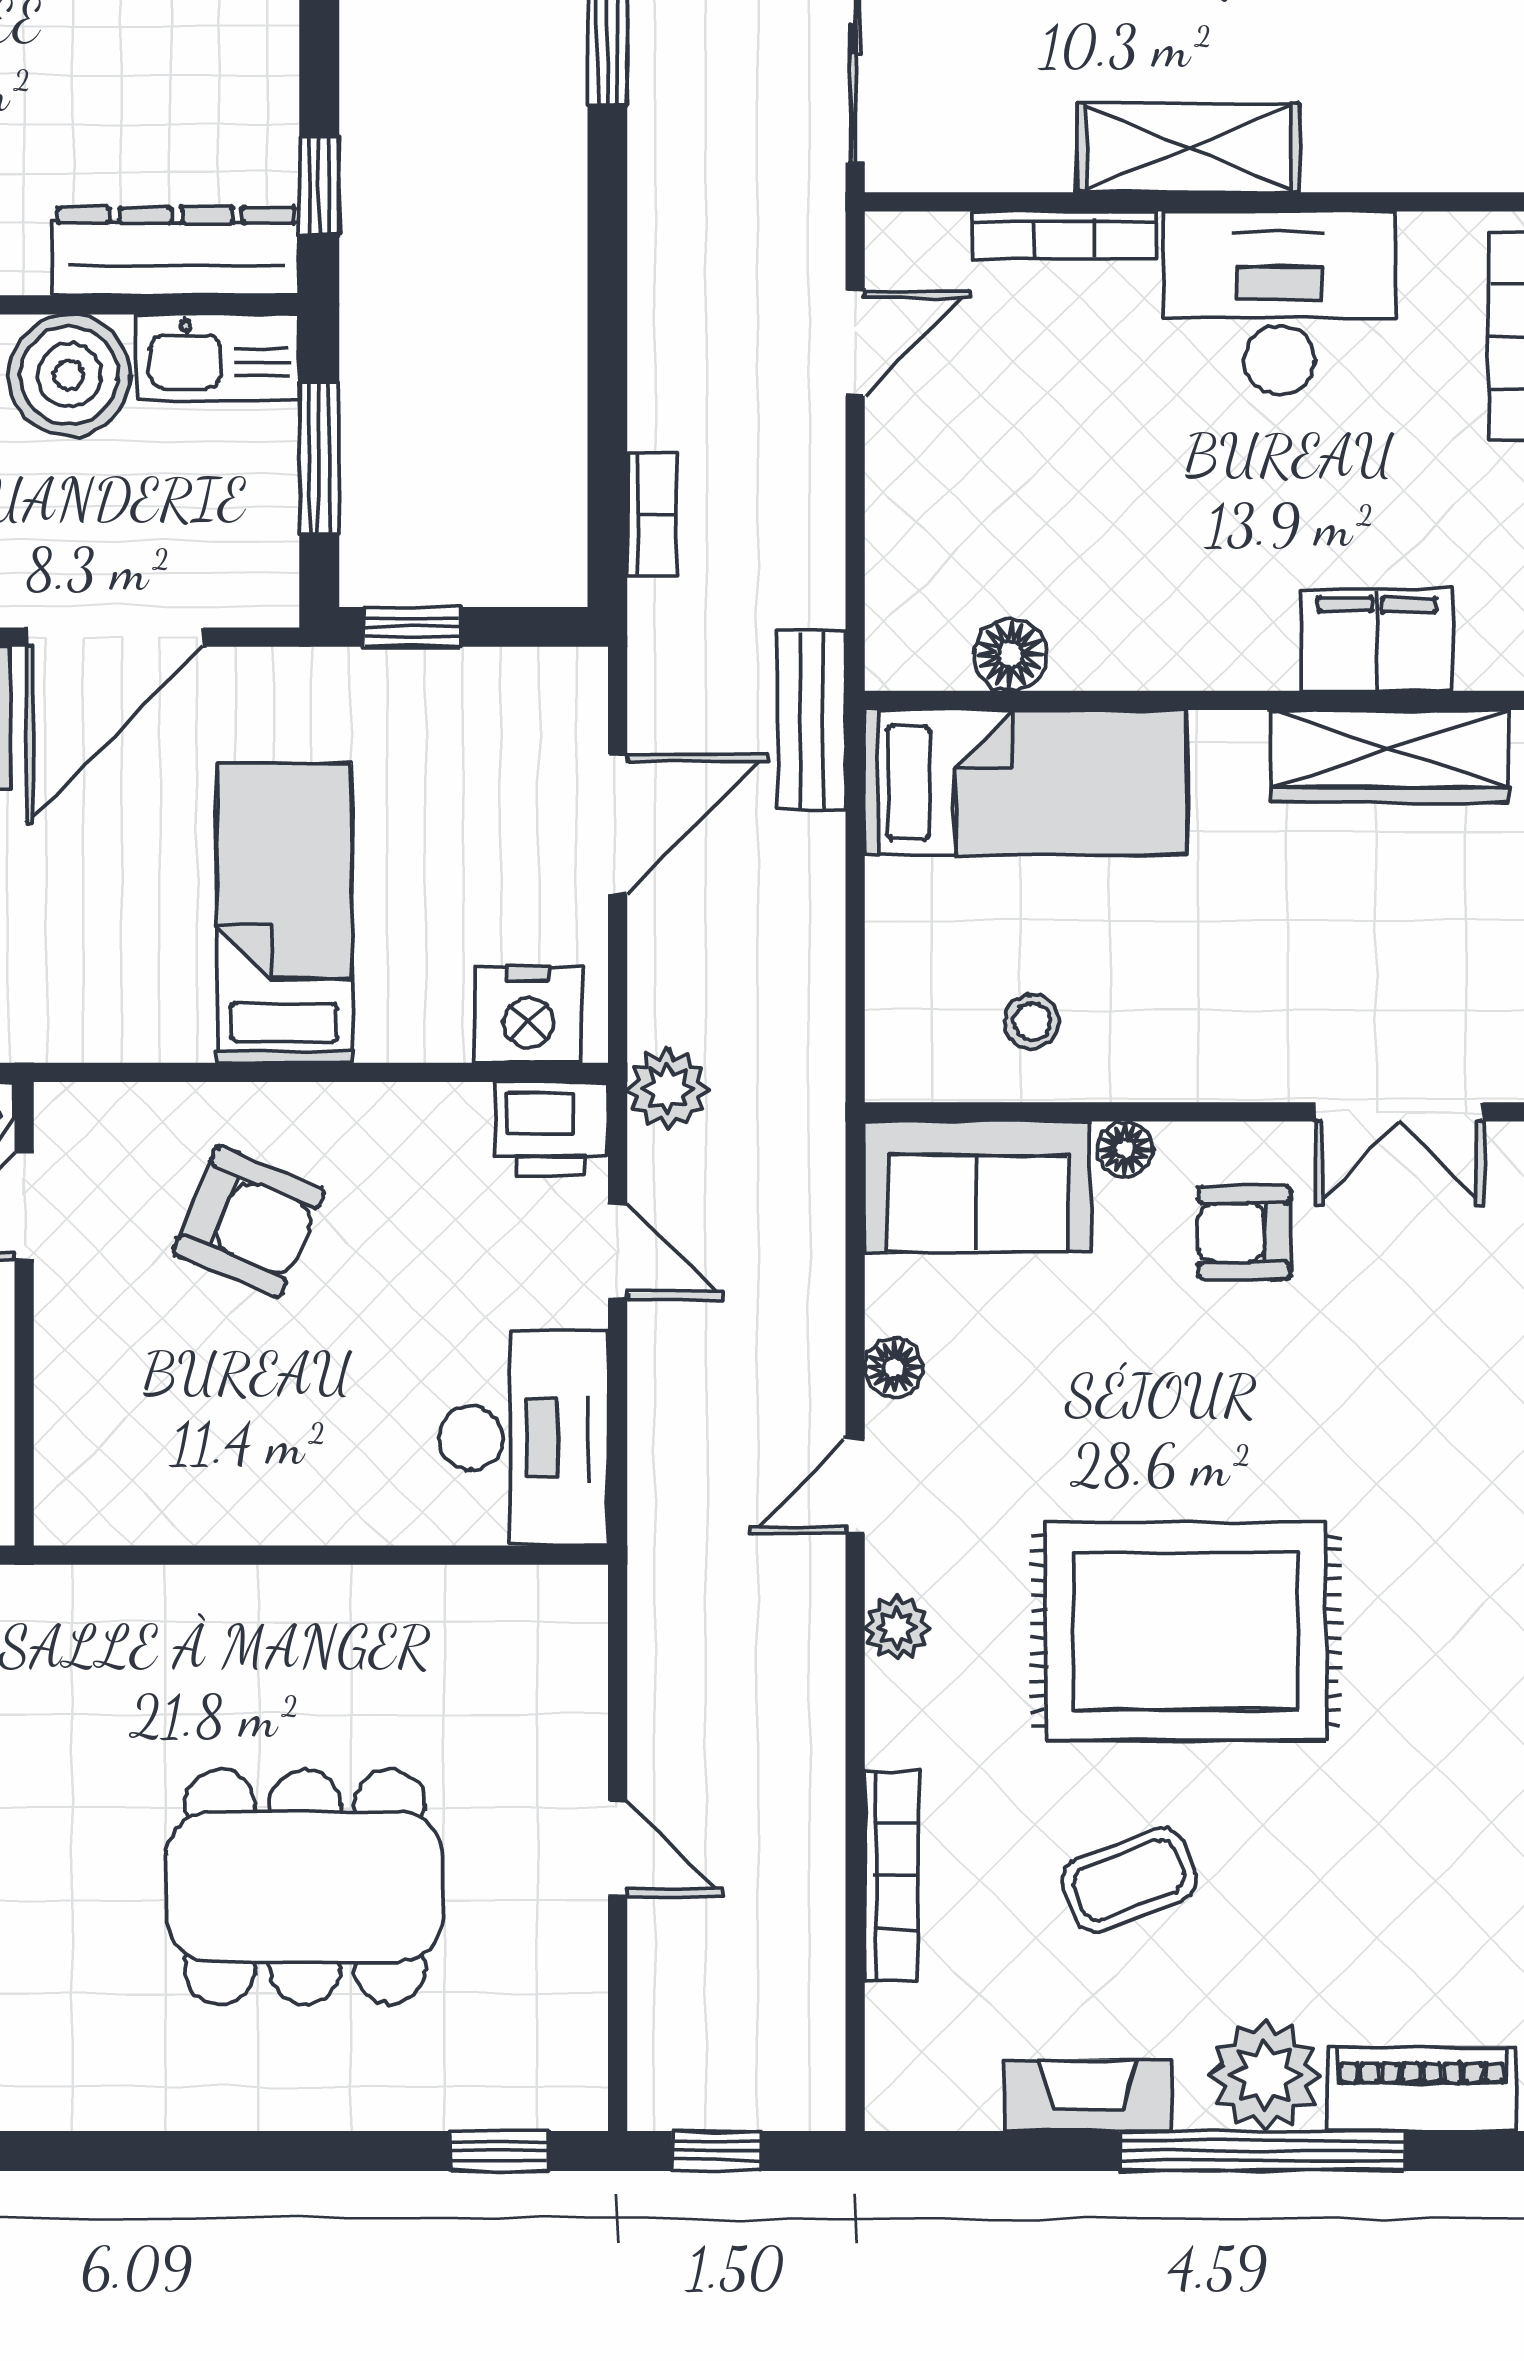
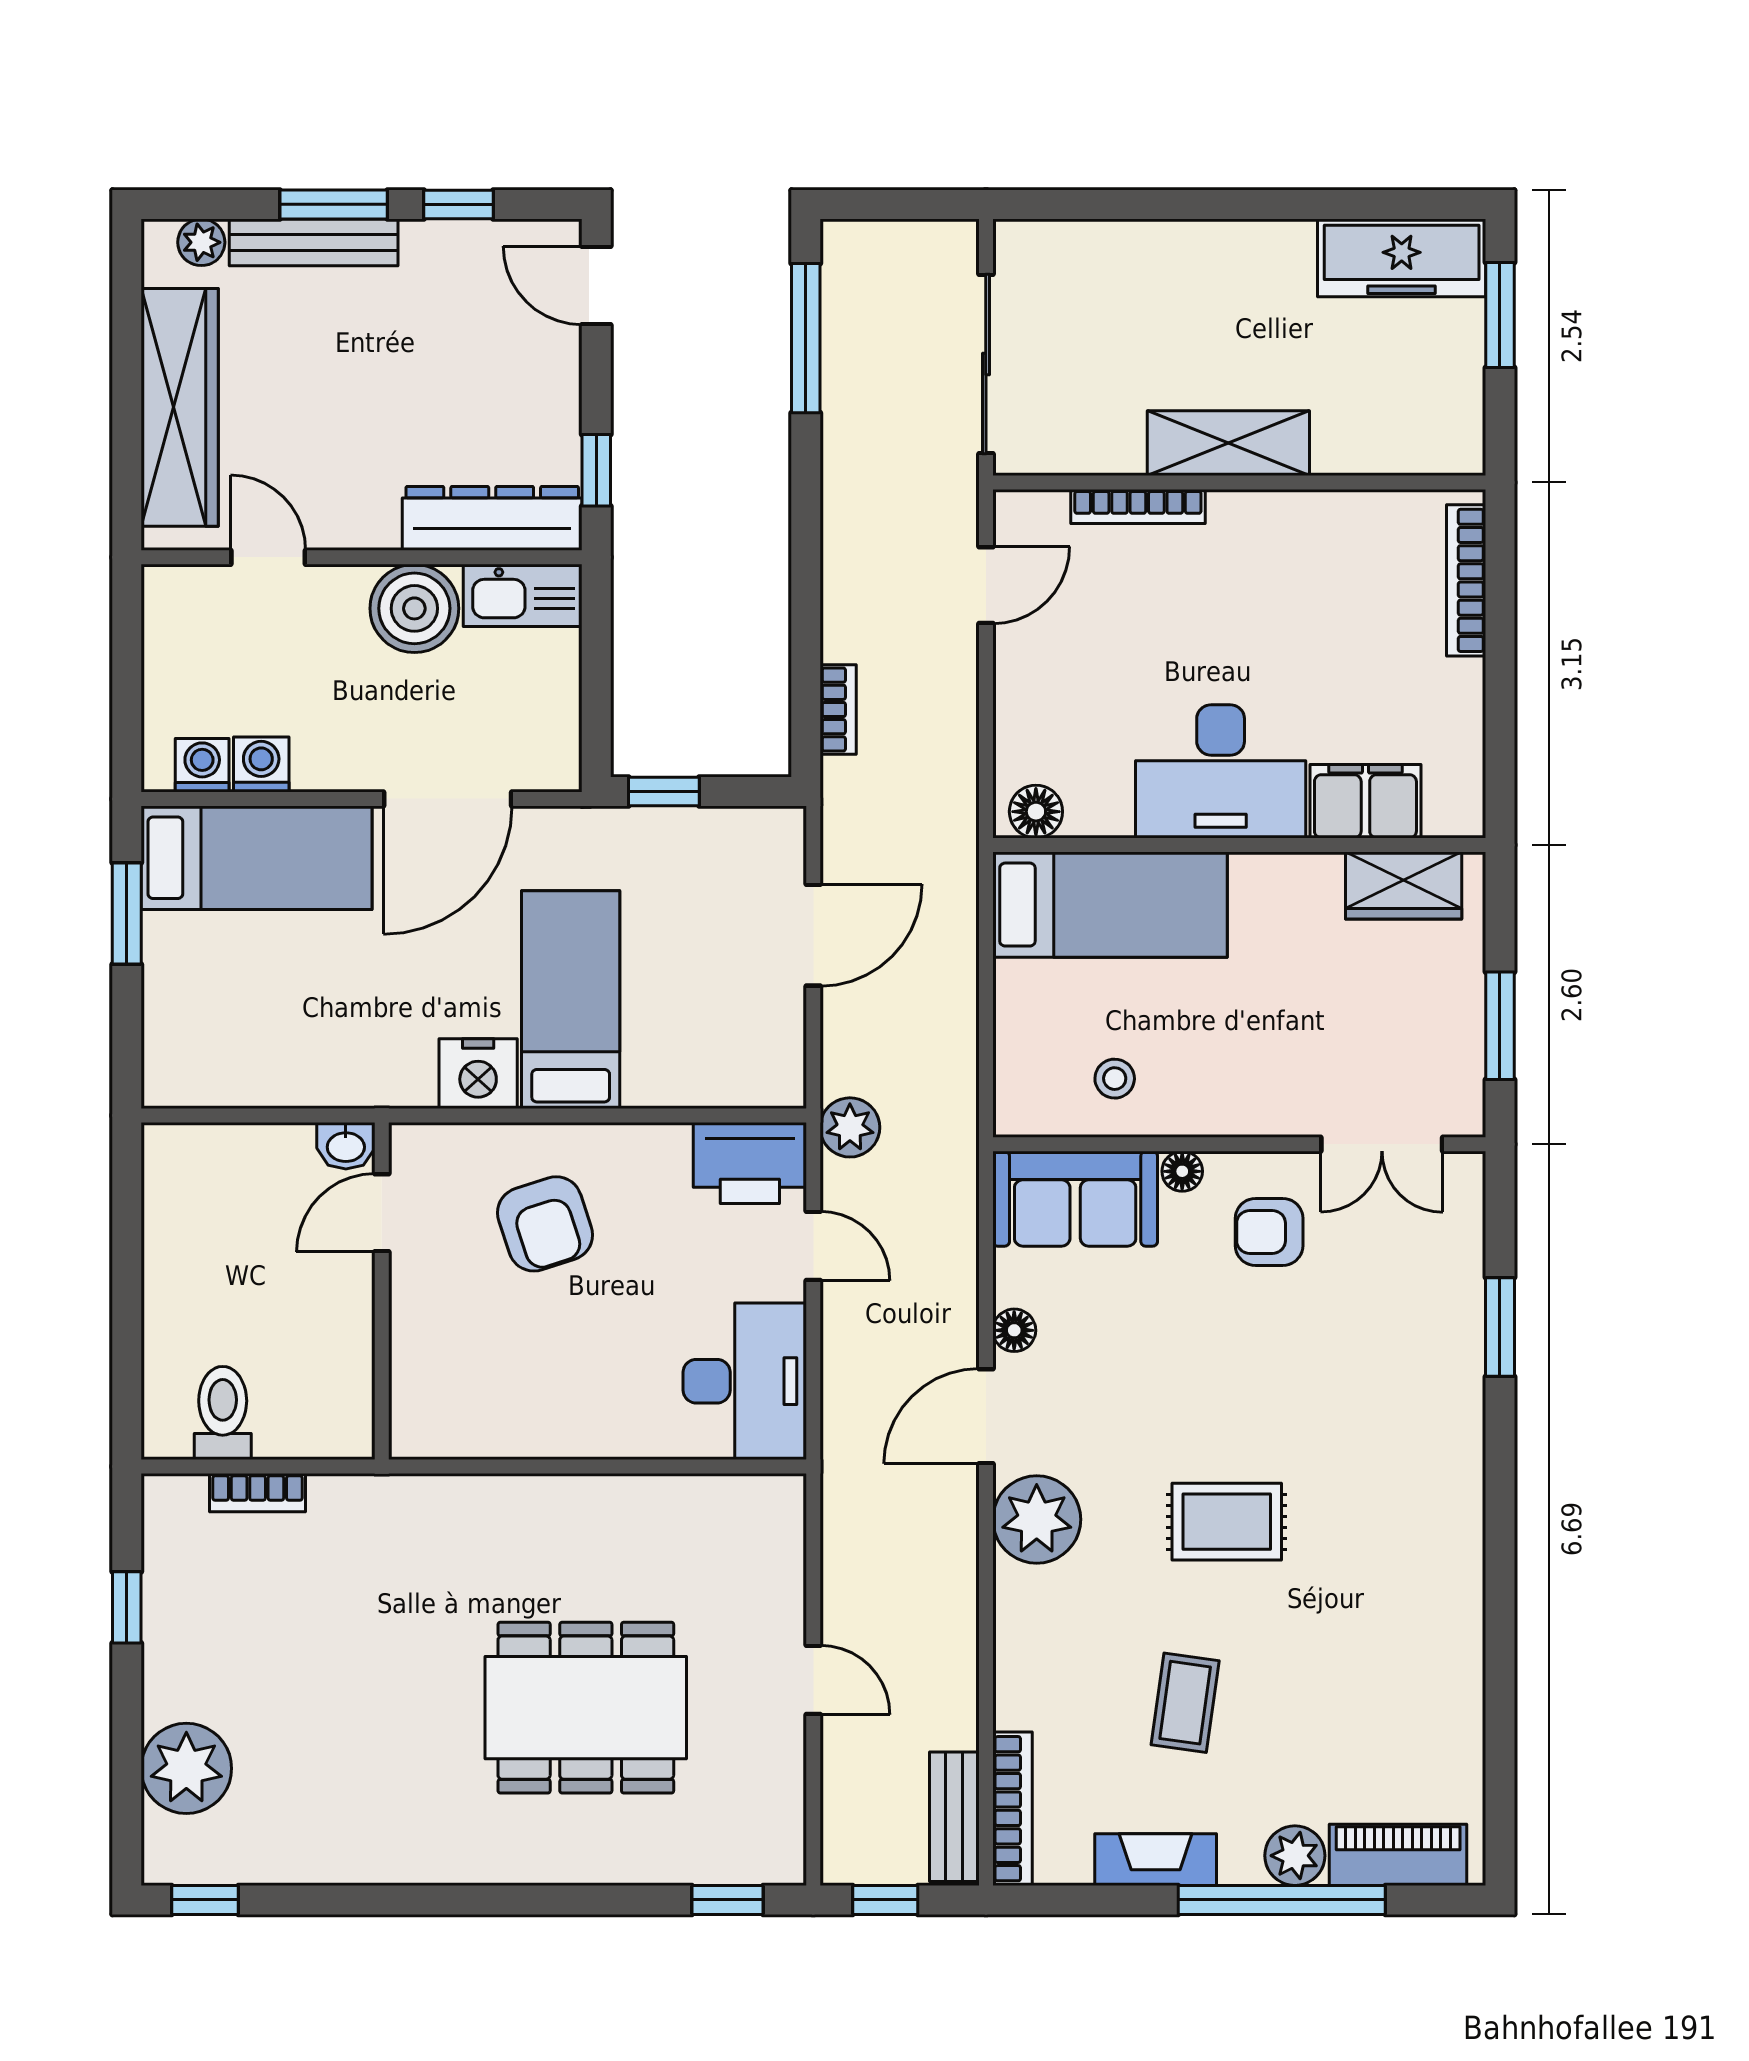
desk: (1279, 303) -> (1221, 771), moved, turned 180
window: (319, 458) -> (596, 669), removed
floor lamp: (1010, 655) -> (1036, 812), moved
bench: (811, 720) -> (954, 1817), moved
wardrobe: (1390, 756) -> (1404, 885), width x0.67
nightstand: (528, 1015) -> (478, 1074), moved
printer: (552, 1129) -> (750, 1163), width x1.37, depth x1.19
armchair: (249, 1221) -> (545, 1224), turned 49
door: (855, 1486) -> (986, 1416), width x1.37
plant: (897, 1628) -> (1037, 1519), width x1.88, depth x1.88
rug: (1186, 1631) -> (1227, 1522), width x0.54, depth x0.49
bookcase: (892, 1876) -> (1013, 1809), moved
coffee table: (1129, 1880) -> (1185, 1703), turned -61
plant: (1265, 2075) -> (1295, 1856), width x0.73, depth x0.73

